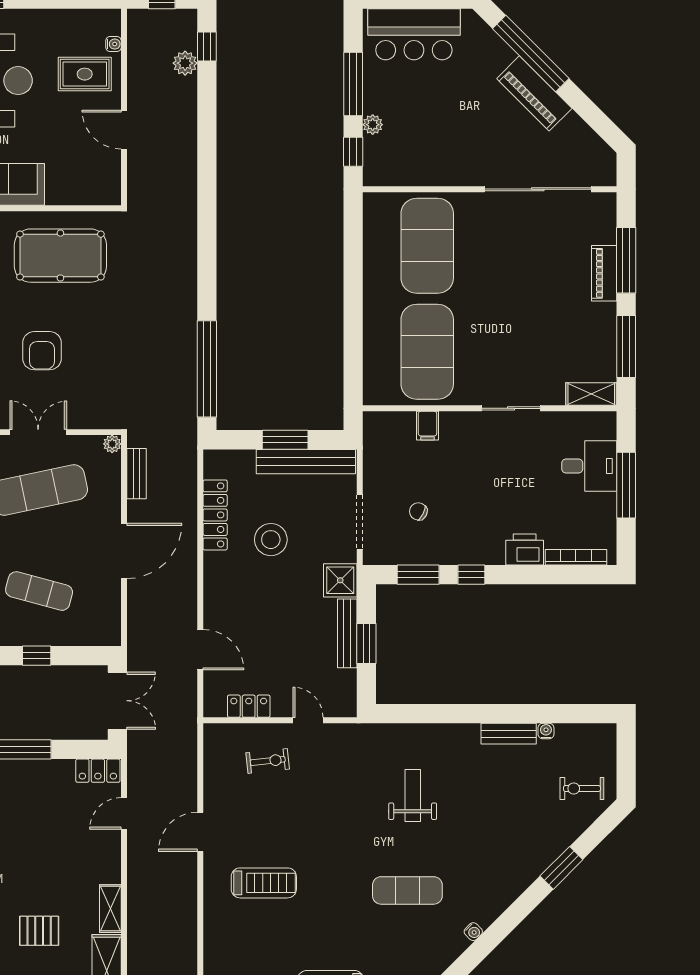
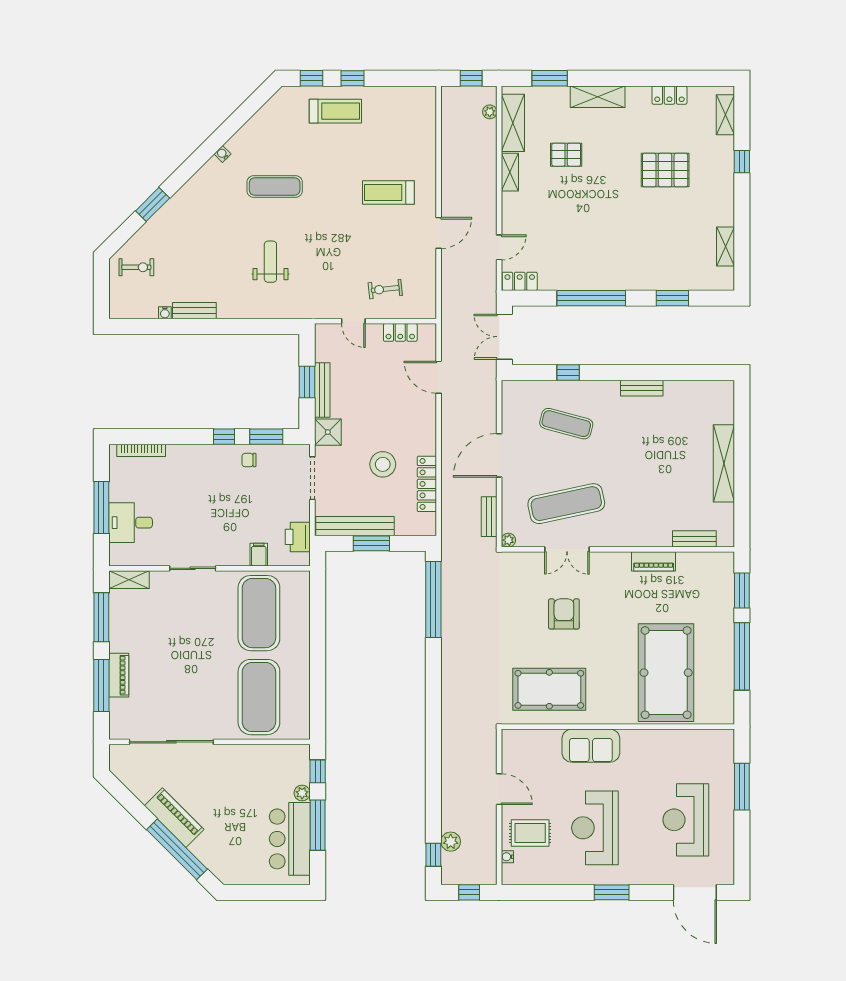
bar counter: (414, 34) -> (290, 839), moved, turned -90
chair: (418, 511) -> (249, 460), moved, turned 153
printer: (525, 550) -> (298, 537), moved, turned 90
weight bench: (413, 796) -> (270, 262), turned 180

